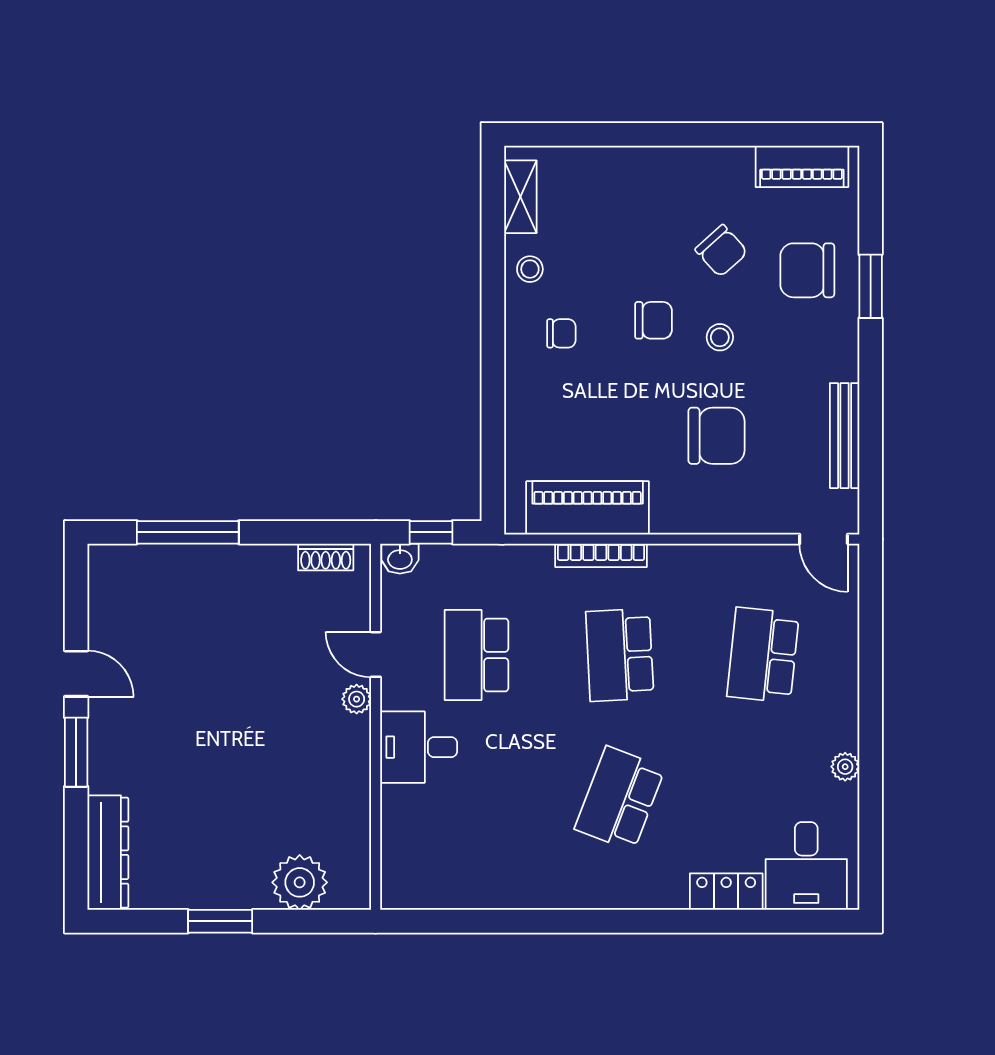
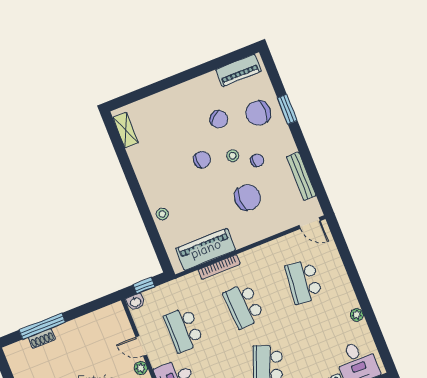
stool: (530, 269) -> (162, 214), moved
chair: (561, 333) -> (257, 160), moved
shoe rack: (326, 557) -> (42, 338), moved

